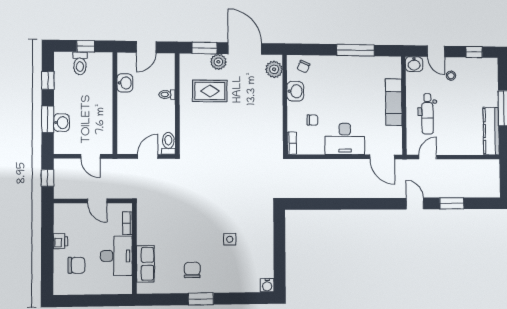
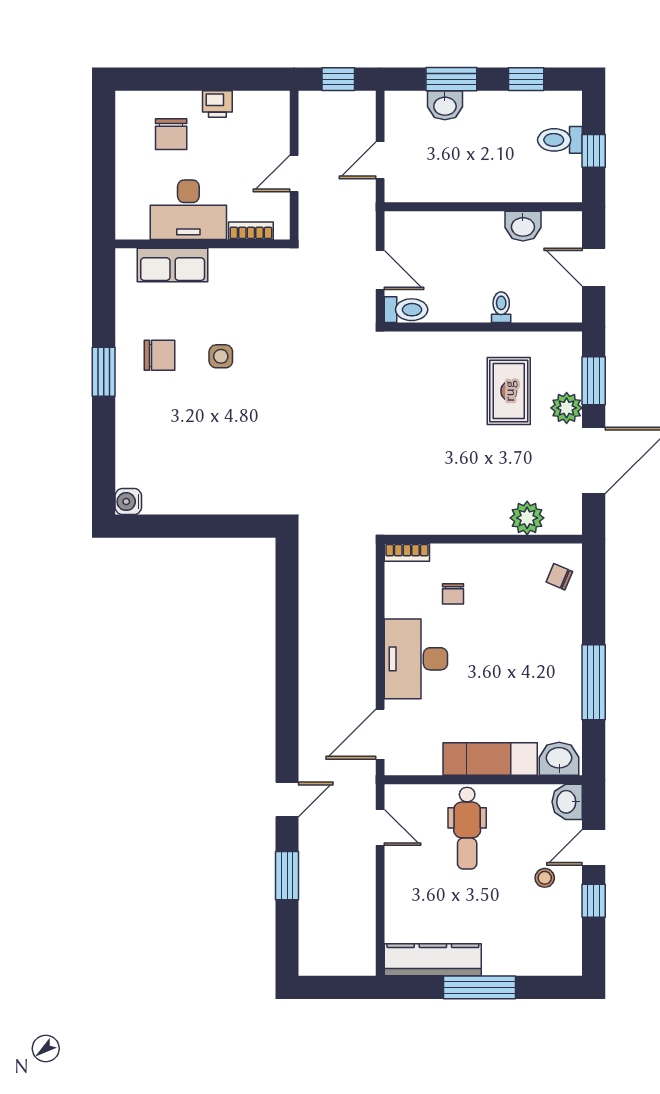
window: (474, 52) -> (594, 901), moved
plant: (274, 69) -> (527, 518), moved
washbasin: (295, 91) -> (559, 759), moved, turned 180
dental chair: (427, 114) -> (467, 828), turned -90
side table: (230, 239) -> (221, 356), moved

